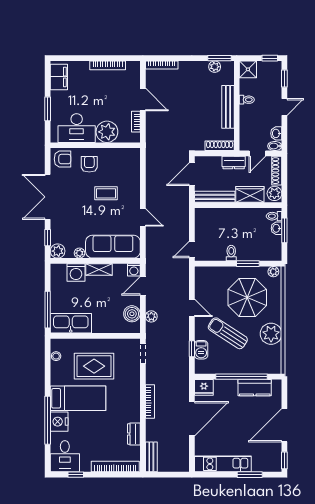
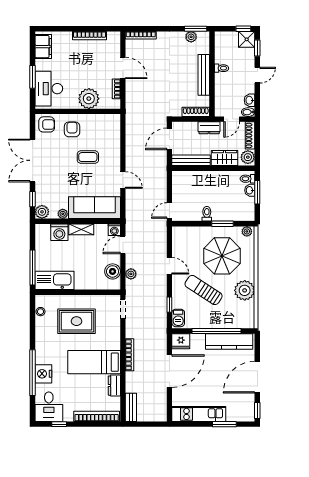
shower: (248, 69) -> (247, 39), moved
desk: (77, 128) -> (49, 89), moved, turned 90
barbecue: (201, 350) -> (178, 318), moved
kitchen counter: (255, 388) -> (229, 341), width x1.50
bed: (78, 398) -> (94, 362), moved, turned 180

